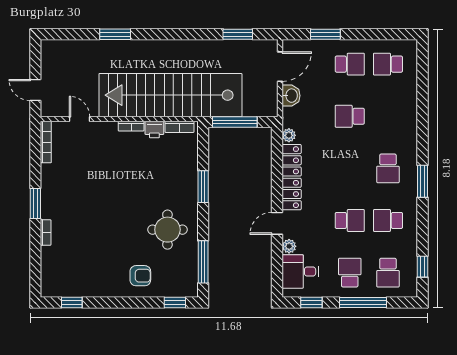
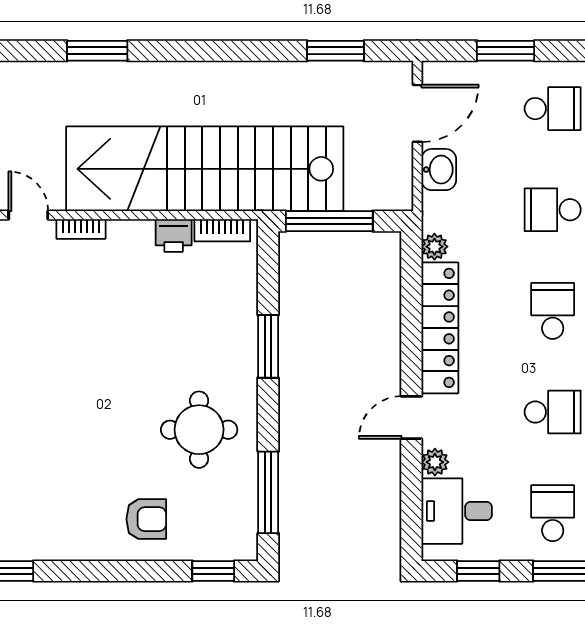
bookcase: (131, 126) -> (81, 229), moved
school desk: (350, 168) -> (553, 311), added

